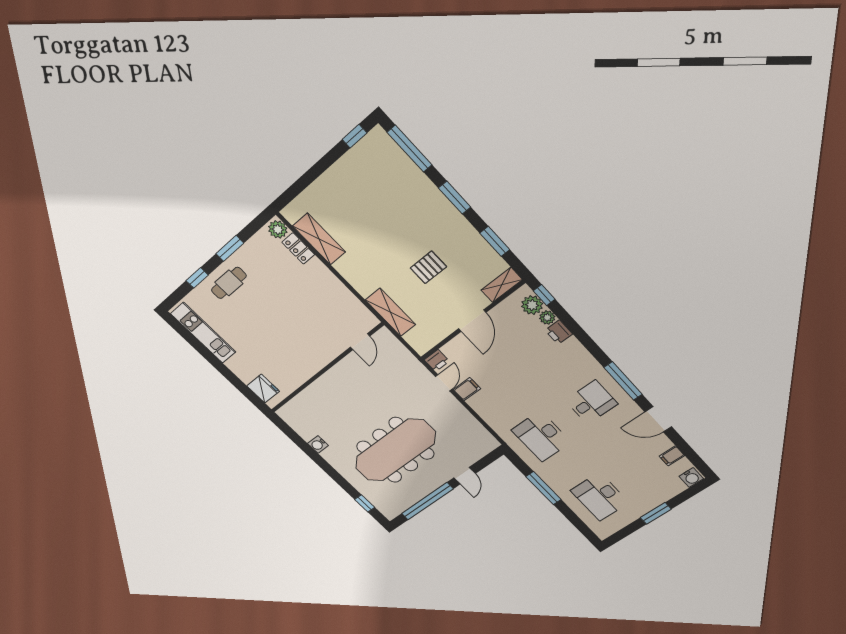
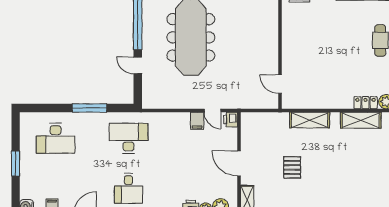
shelving: (391, 312) -> (310, 120), moved
desk: (600, 497) -> (56, 138), turned 180

